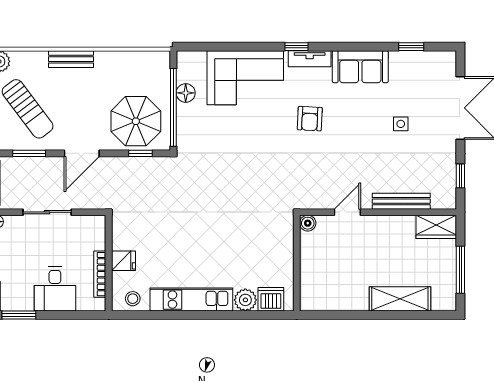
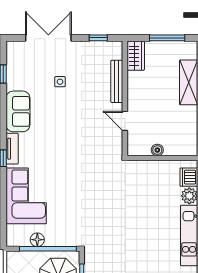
armchair: (310, 119) -> (56, 149), removed
boiler: (308, 223) -> (157, 150), moved

